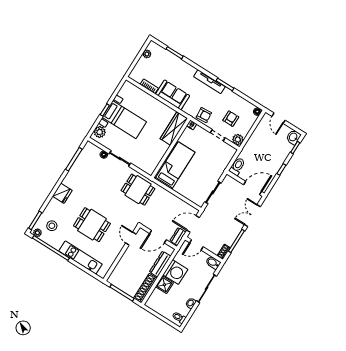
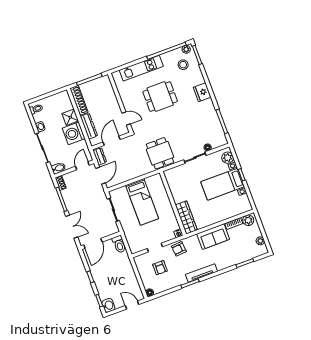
plant: (238, 140) -> (248, 220), moved
bed: (175, 165) -> (142, 202), moved
dining table: (138, 190) -> (160, 153), turned 90

